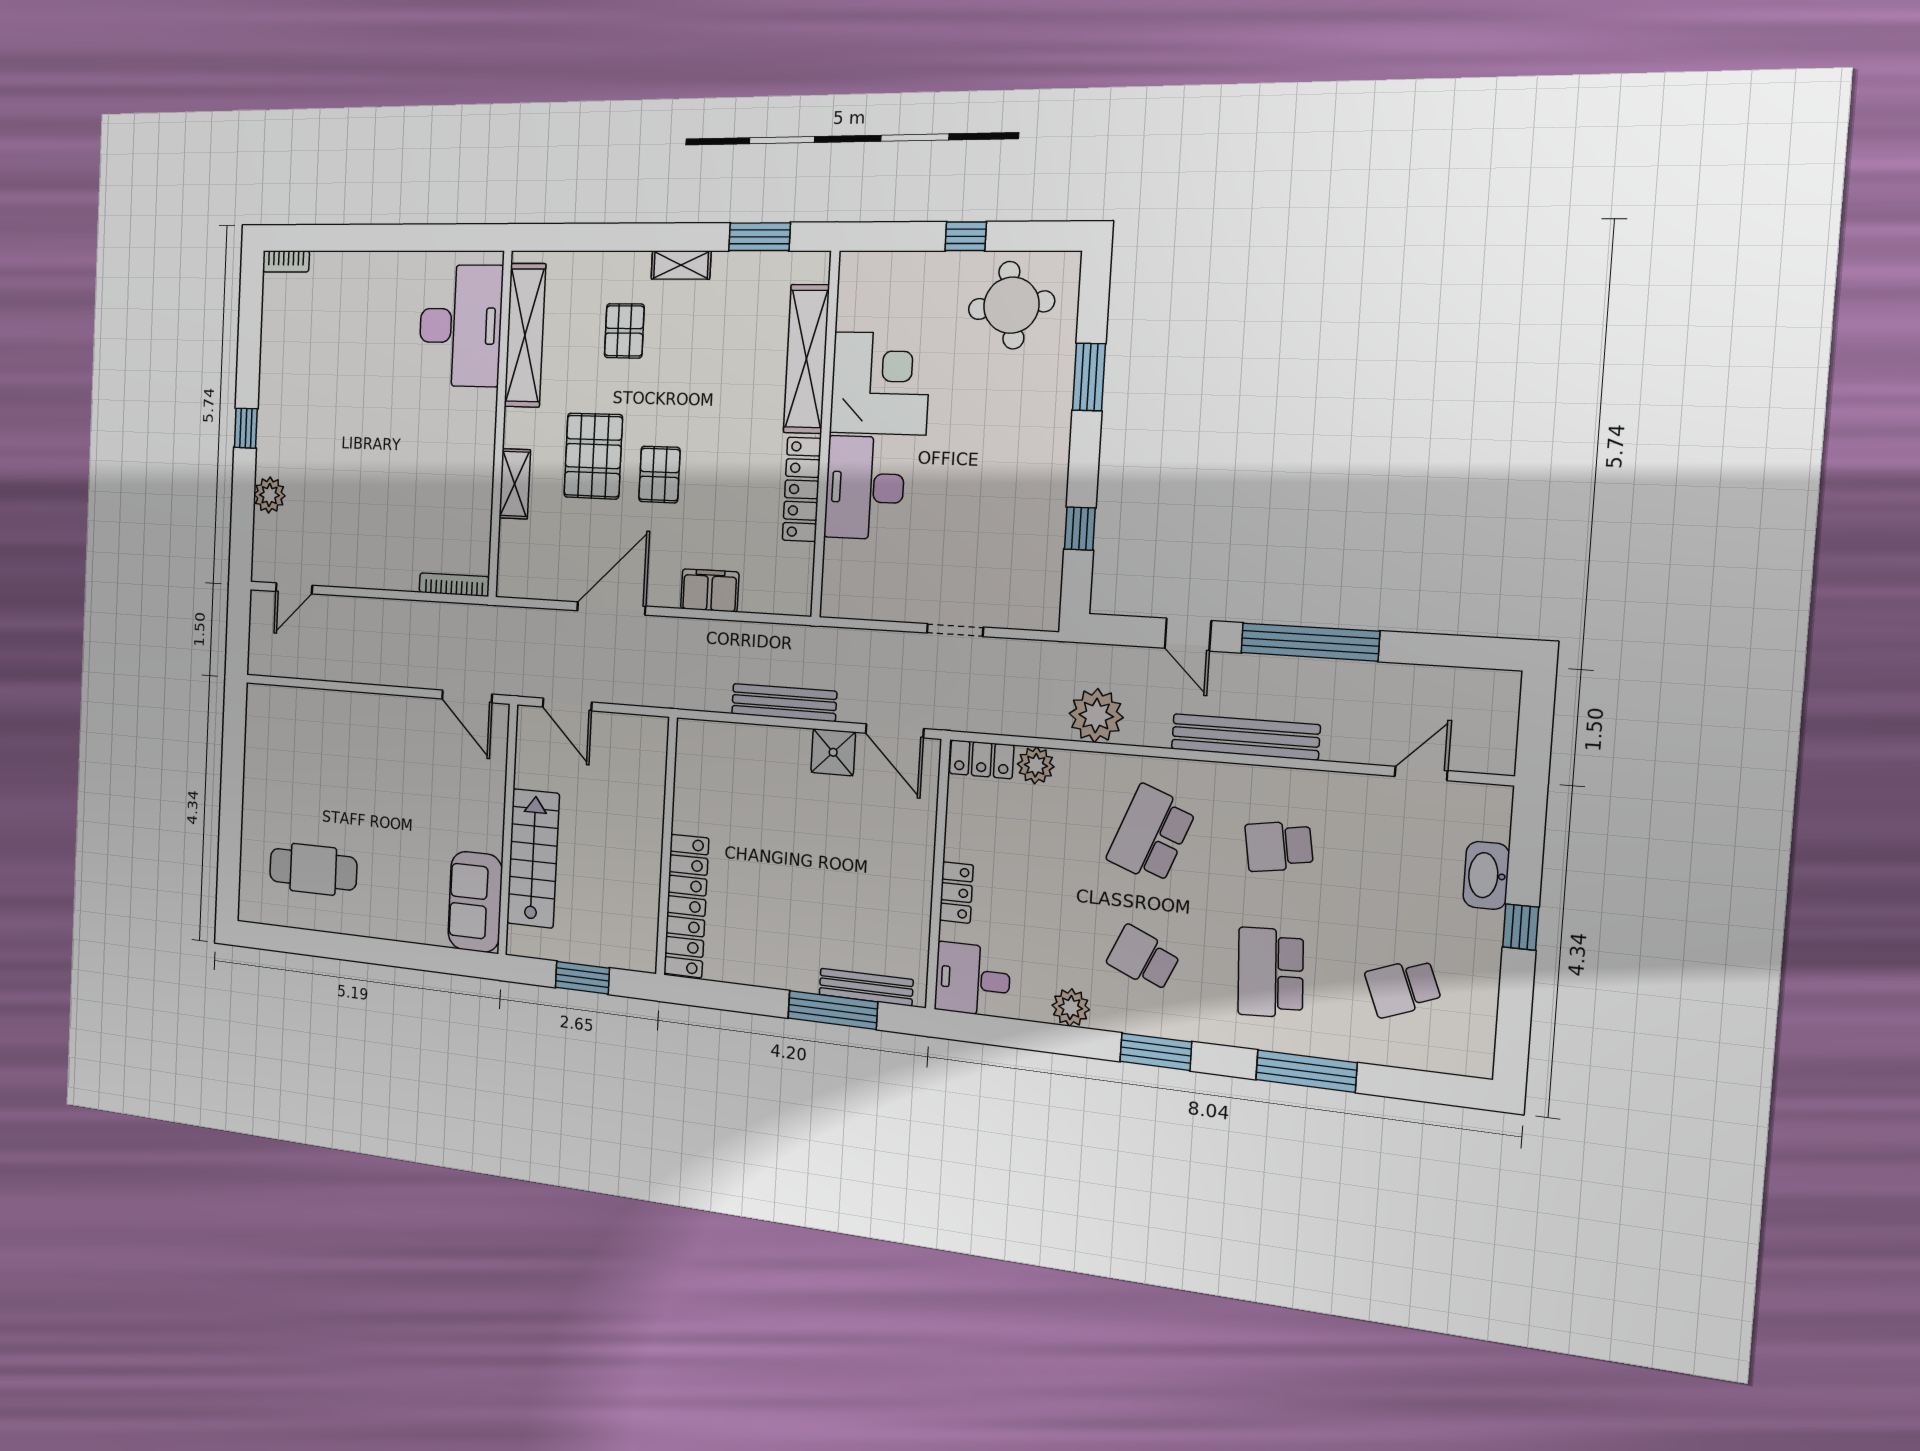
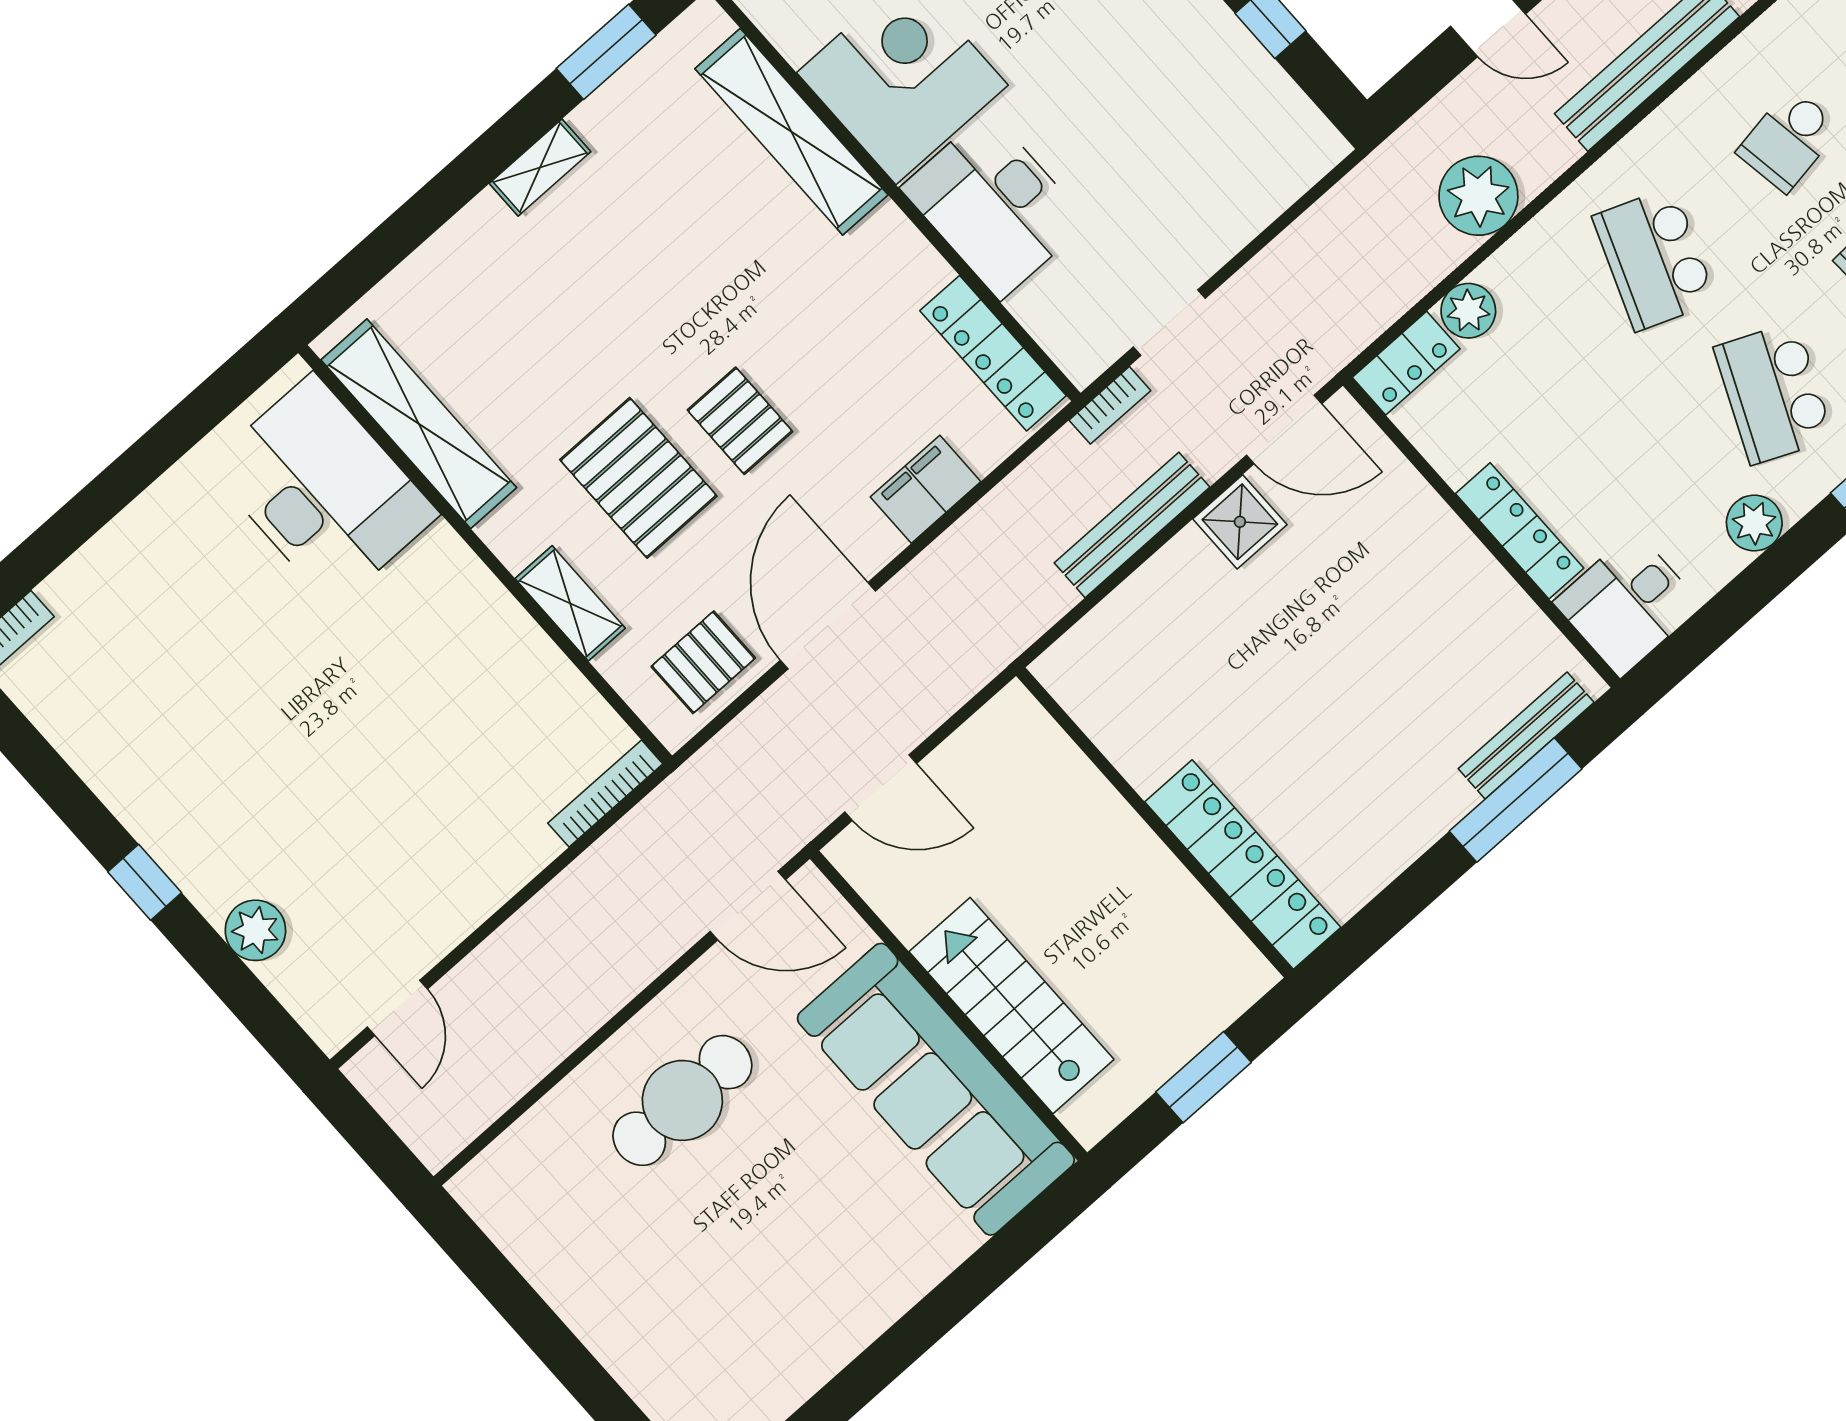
pallet: (624, 331) -> (703, 662), moved, turned 90
locker: (802, 489) -> (993, 353), moved
doorway: (955, 630) -> (1169, 323), moved
bookcase: (827, 637) -> (1110, 405), added
cafe table: (313, 869) -> (682, 1100), moved
locker: (956, 893) -> (1520, 531), width x1.53
sofa: (475, 902) -> (936, 1089), width x1.85, depth x1.27
school desk: (1143, 958) -> (1774, 393), width x1.85

